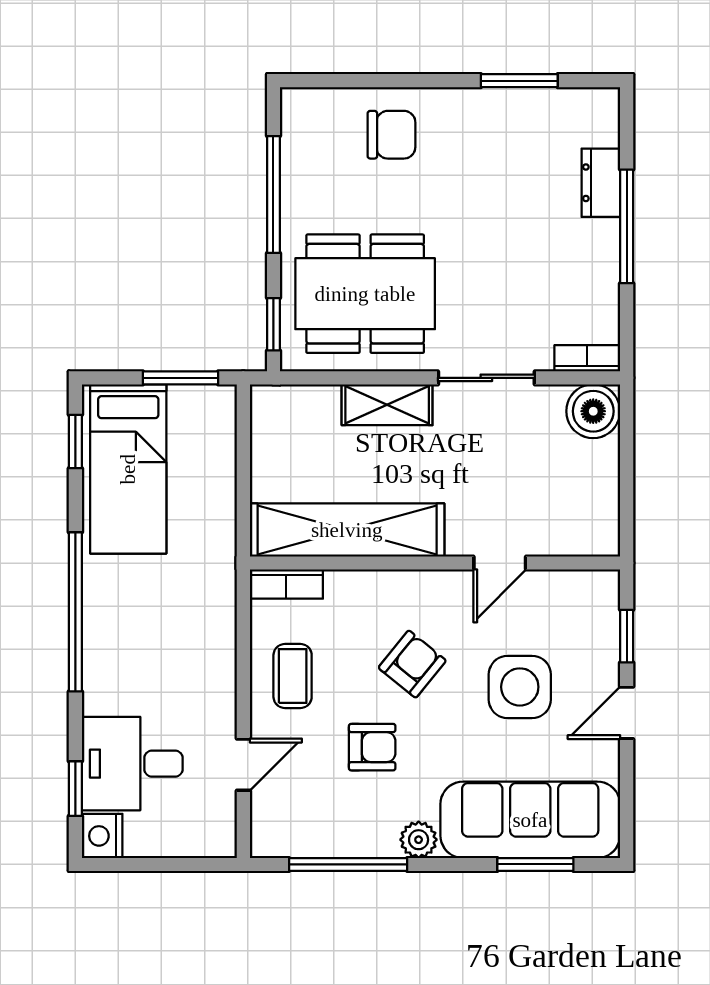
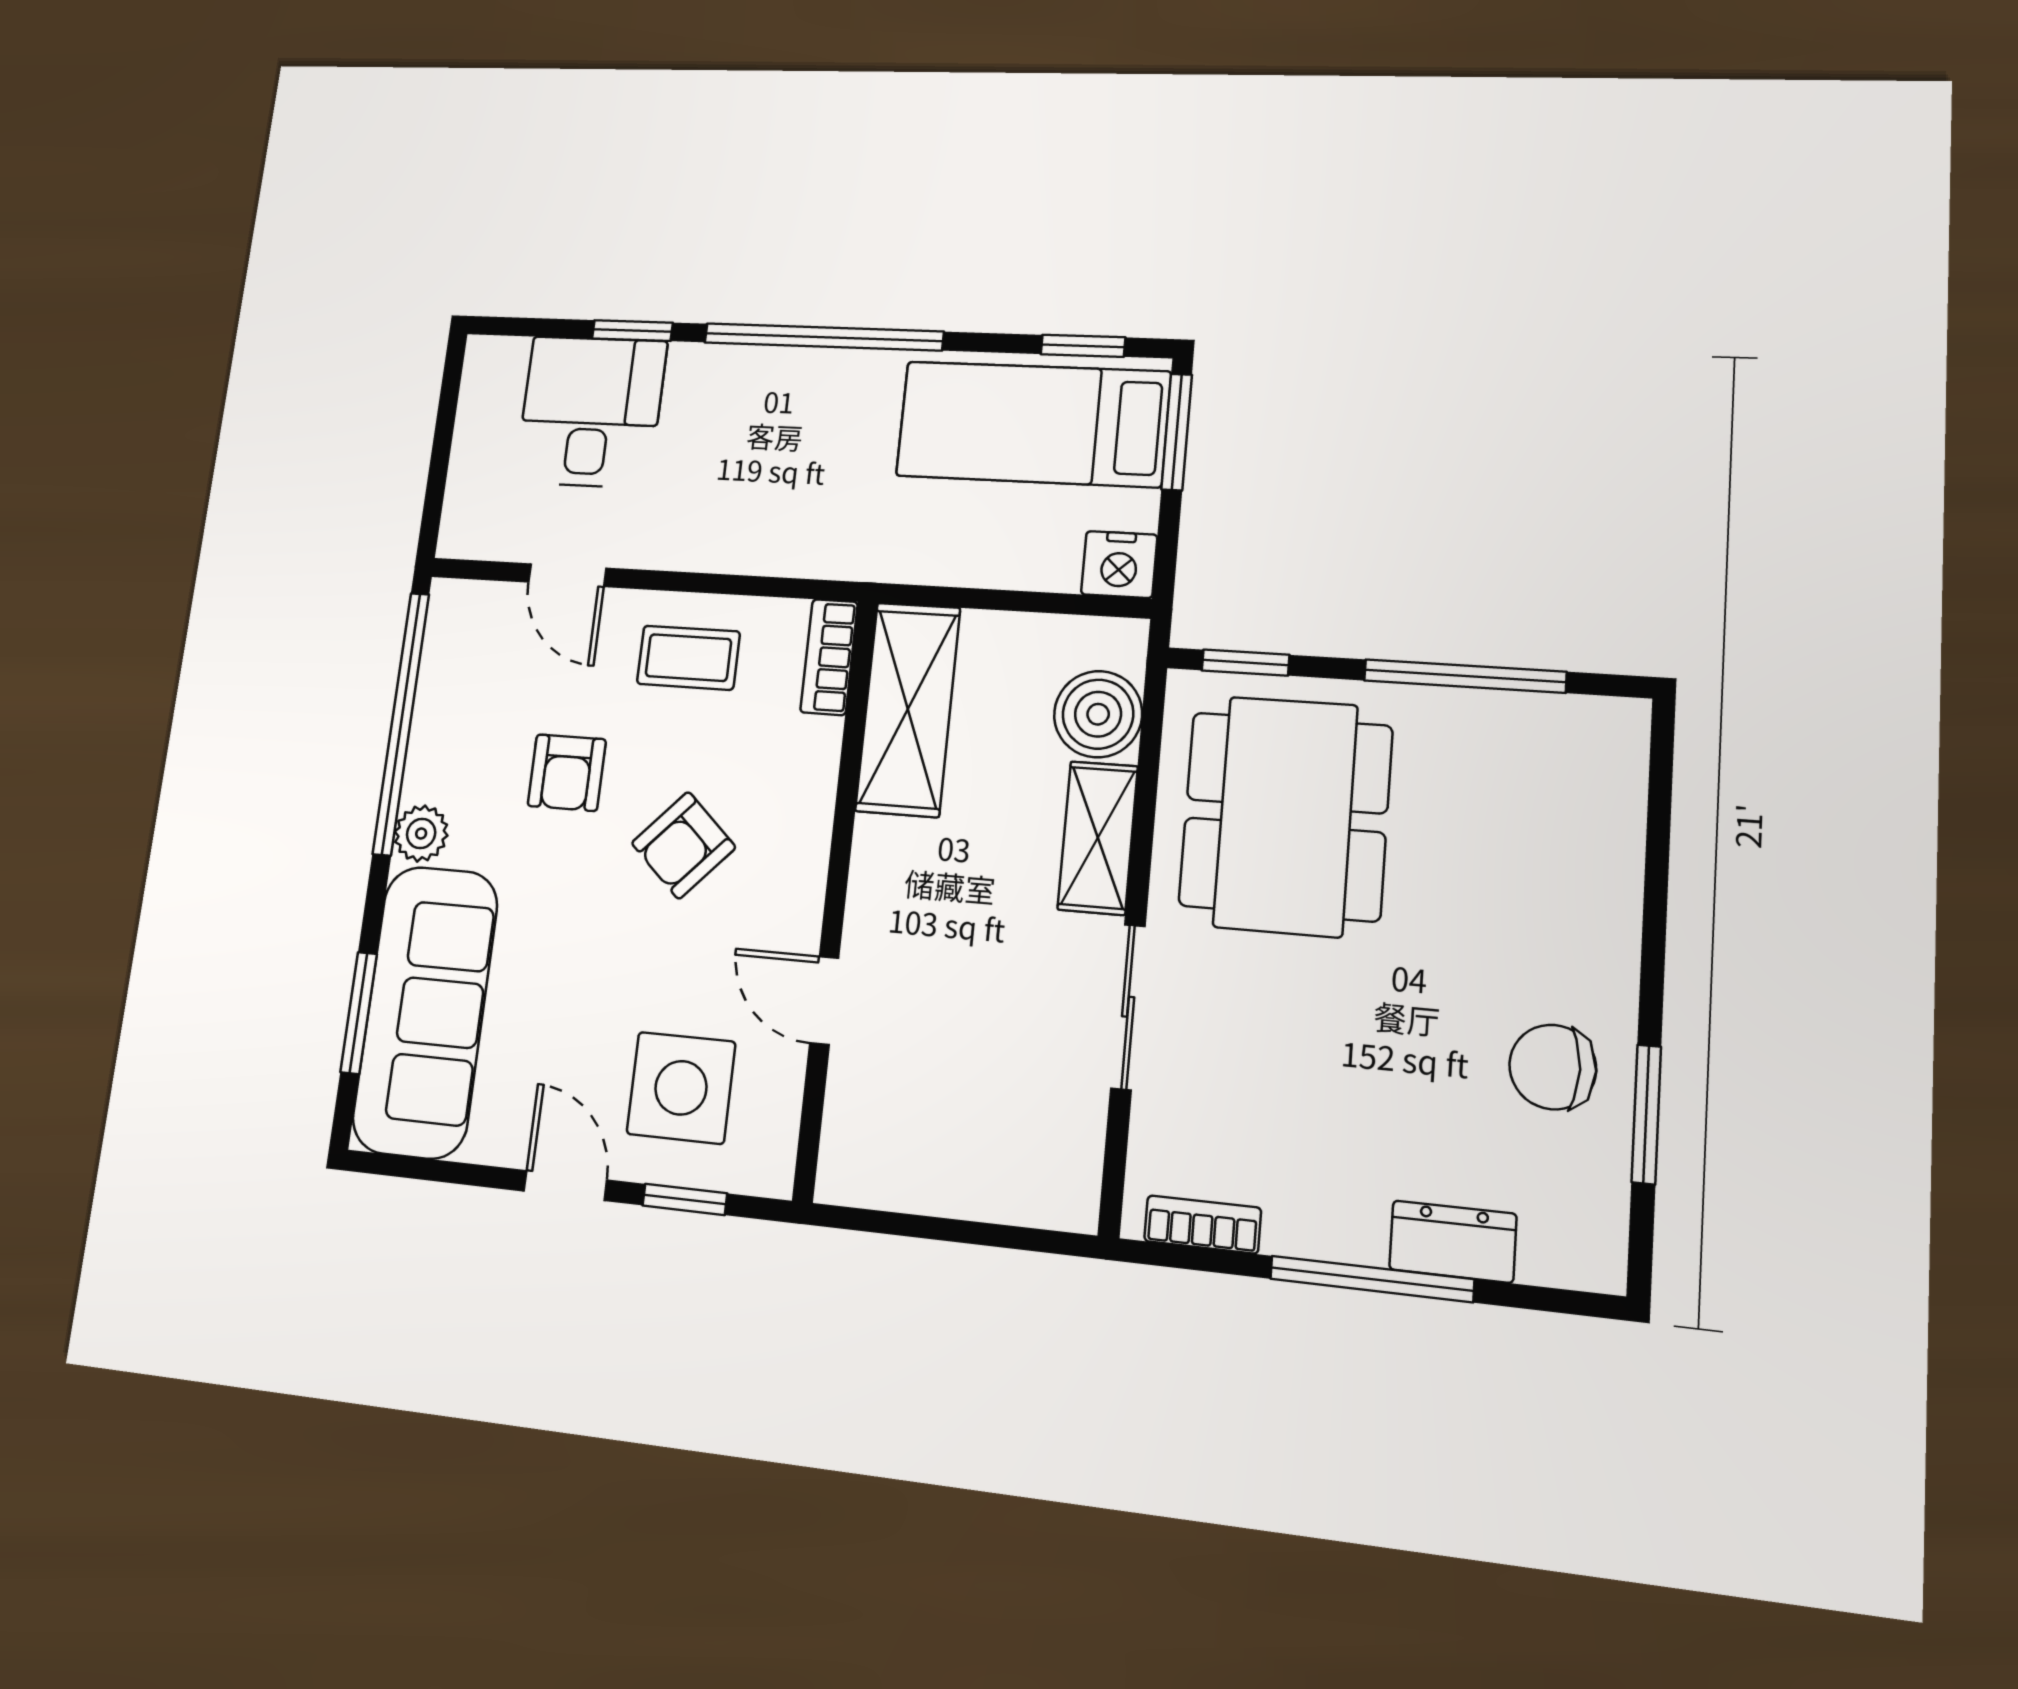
chair: (391, 135) -> (1553, 1067), moved, turned 90
bookcase: (587, 358) -> (1203, 1224), moved, turned -90
window: (181, 378) -> (1177, 432), moved
boiler: (593, 411) -> (1098, 714), moved
shelving: (347, 530) -> (908, 709), width x0.68
armchair: (412, 664) -> (684, 845), turned 94
side table: (520, 687) -> (681, 1088), moved
window: (75, 789) -> (632, 331), moved
nightstand: (102, 836) -> (1119, 565), moved, turned 180
window: (348, 864) -> (401, 723), width x1.46

